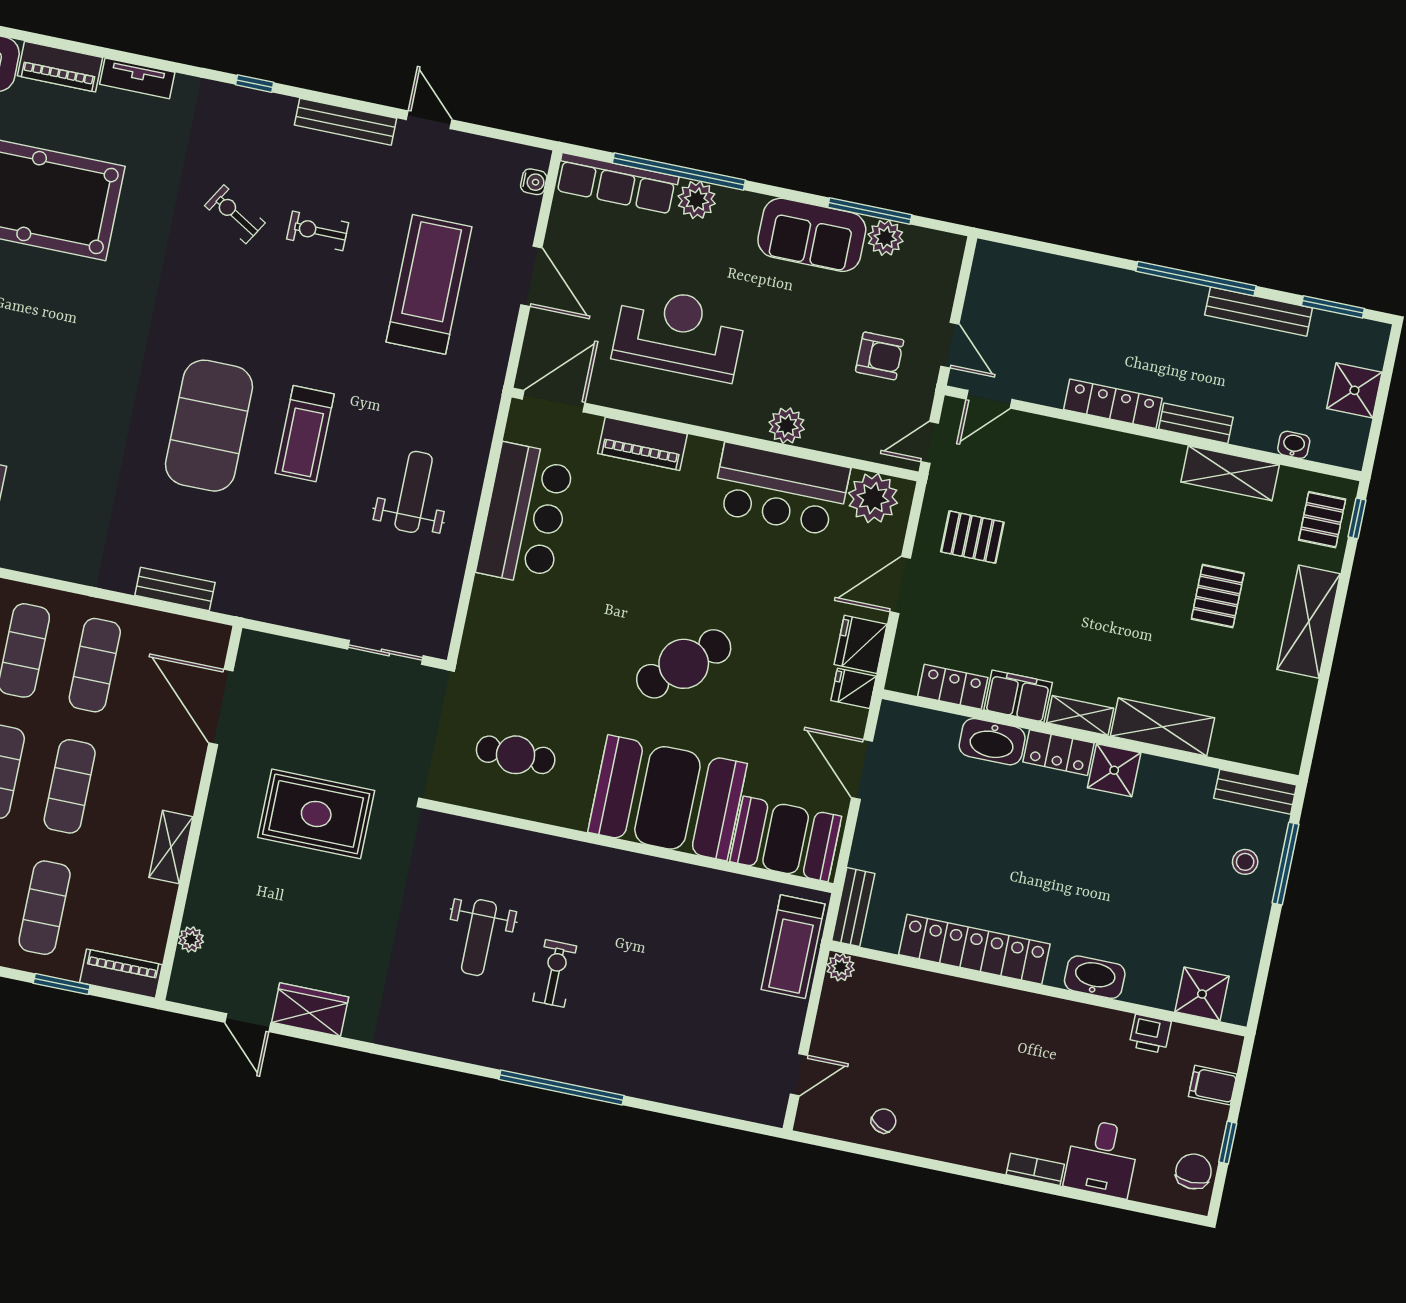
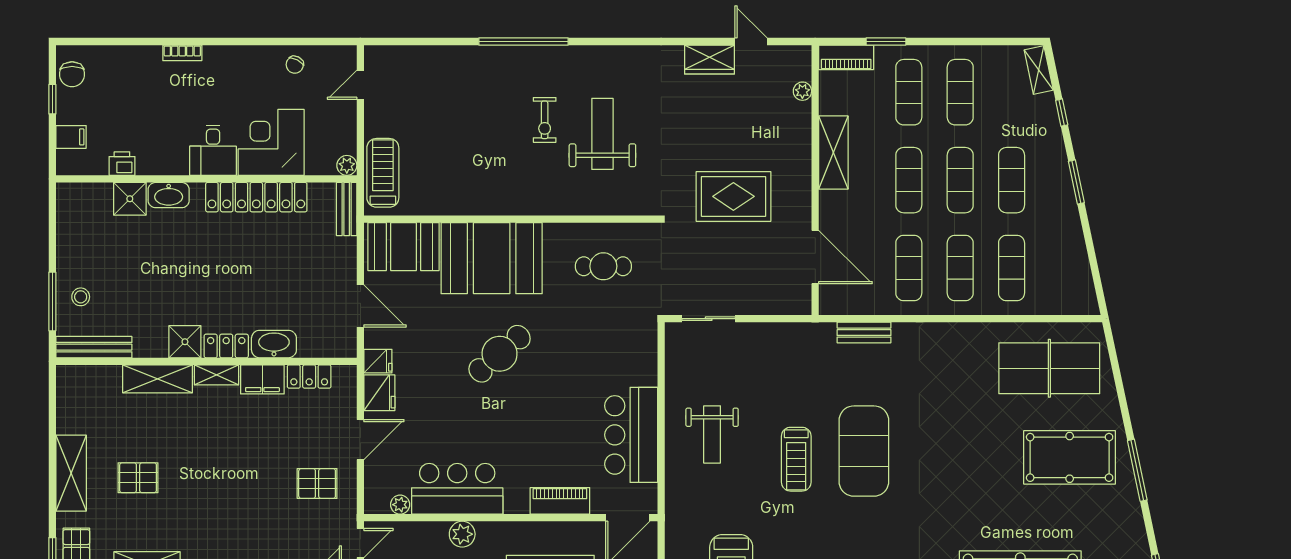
treadmill: (305, 434) -> (796, 459), turned 180
plant: (873, 498) -> (400, 505), width x0.53, depth x0.53
pallet: (1218, 596) -> (138, 478), turned 90
bench: (1255, 792) -> (94, 347), width x1.36
shelving: (171, 847) -> (833, 153), width x1.50, depth x1.33
weight bench: (479, 938) -> (602, 134), width x1.36, depth x1.33
shower: (1202, 994) -> (130, 199), moved
corner desk: (938, 1021) -> (271, 142), added
desk: (1102, 1158) -> (213, 150), moved, turned 180

